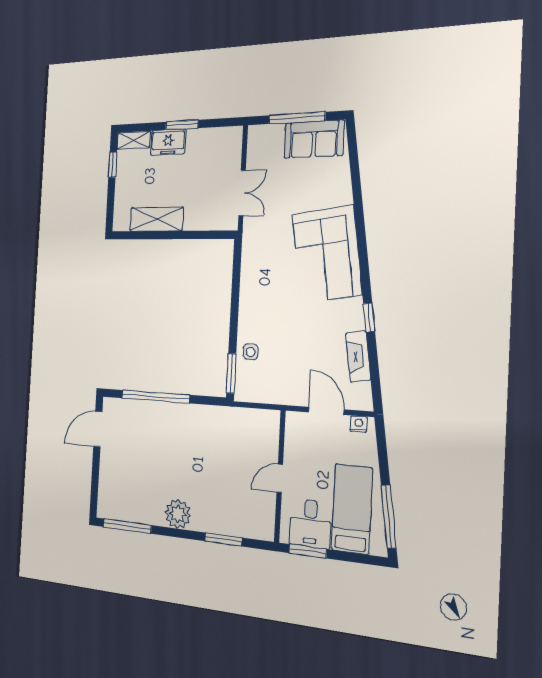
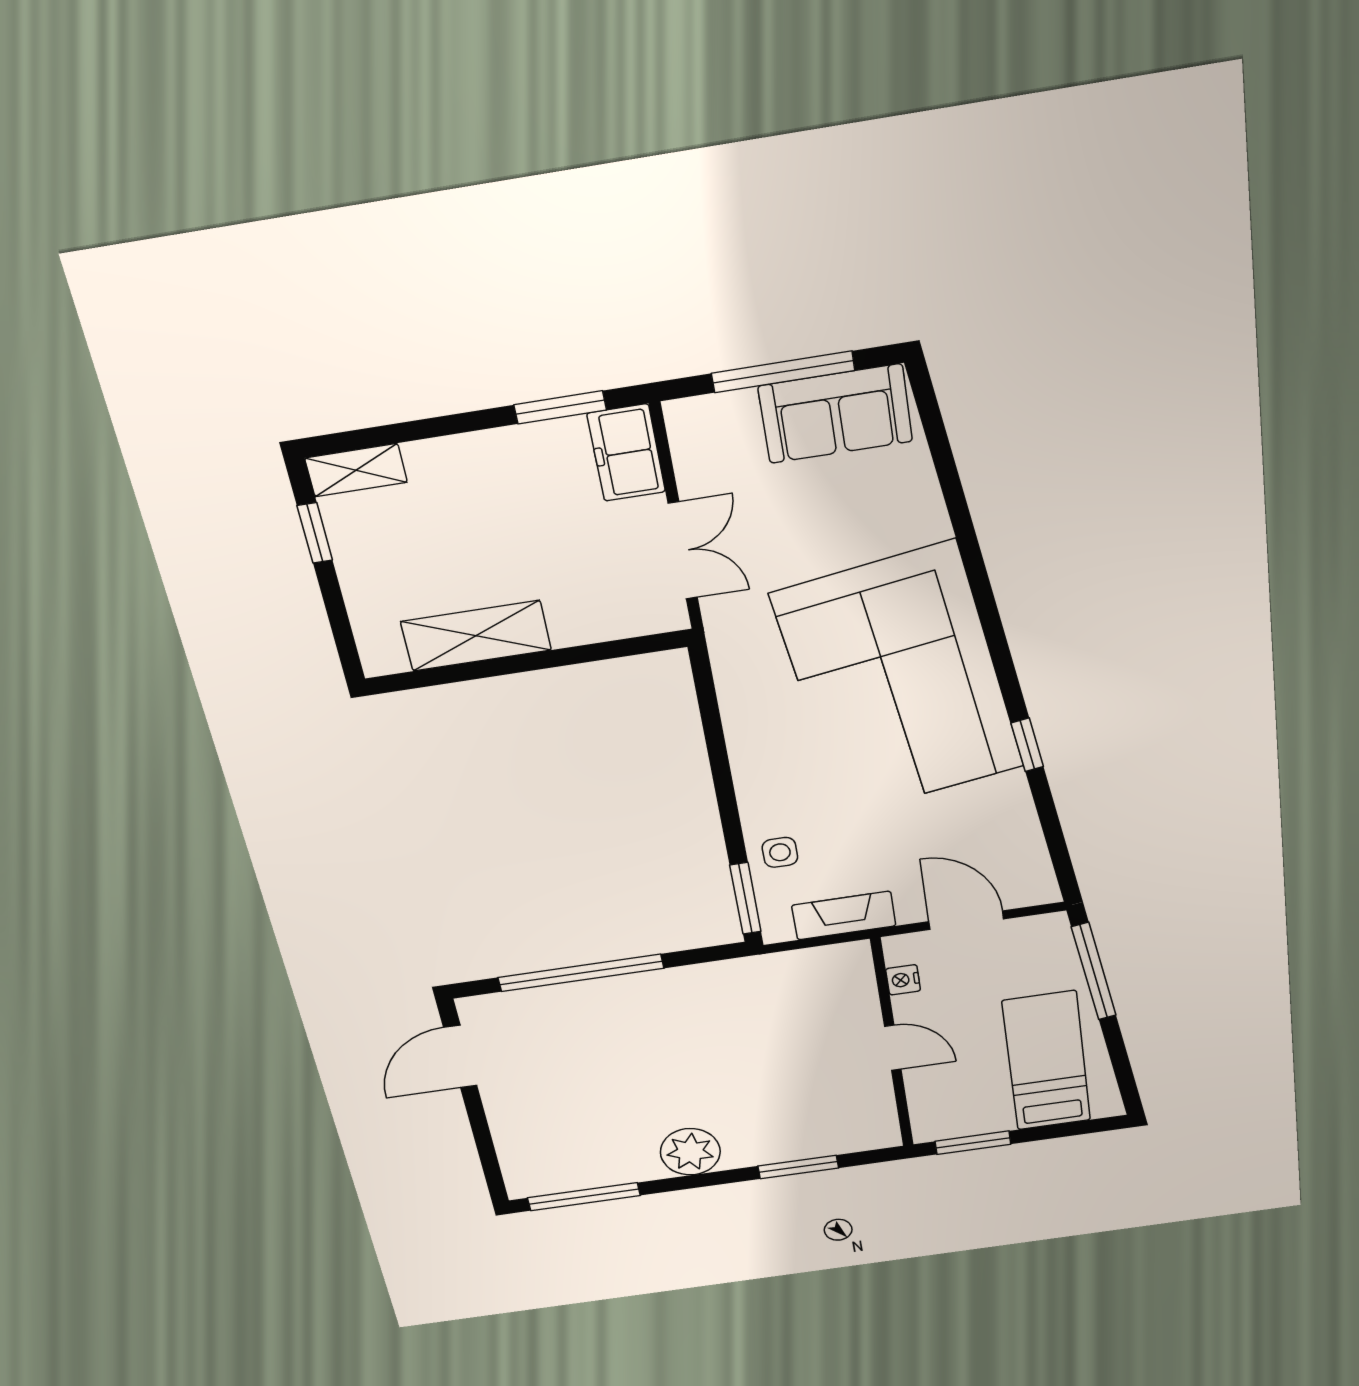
window: (182, 125) -> (560, 407), moved
freezer: (168, 142) -> (626, 453), moved, turned 90
corner sofa: (327, 254) -> (899, 681), width x1.36, depth x1.36
fireplace: (358, 356) -> (844, 916), moved, turned 98
nightstand: (359, 424) -> (903, 980), moved, turned -90
door: (280, 478) -> (893, 1048), swing flipped
window: (389, 517) -> (1094, 971), moved
desk: (310, 524) -> (969, 1101), removed

